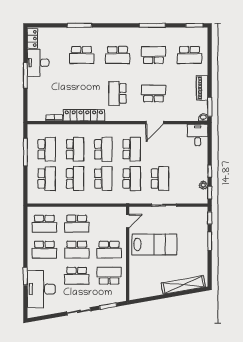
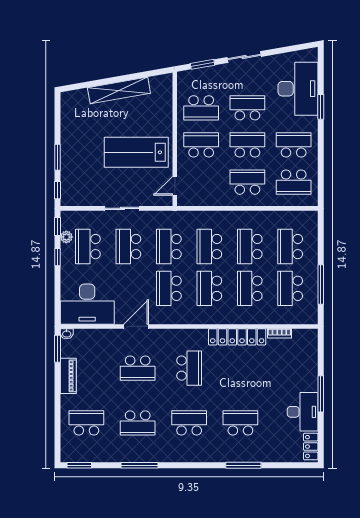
desk: (198, 135) -> (87, 304), width x1.87, depth x1.30
school desk: (188, 179) -> (88, 247), added
school desk: (44, 224) -> (294, 182), turned 180
shelving: (183, 285) -> (119, 90), moved

